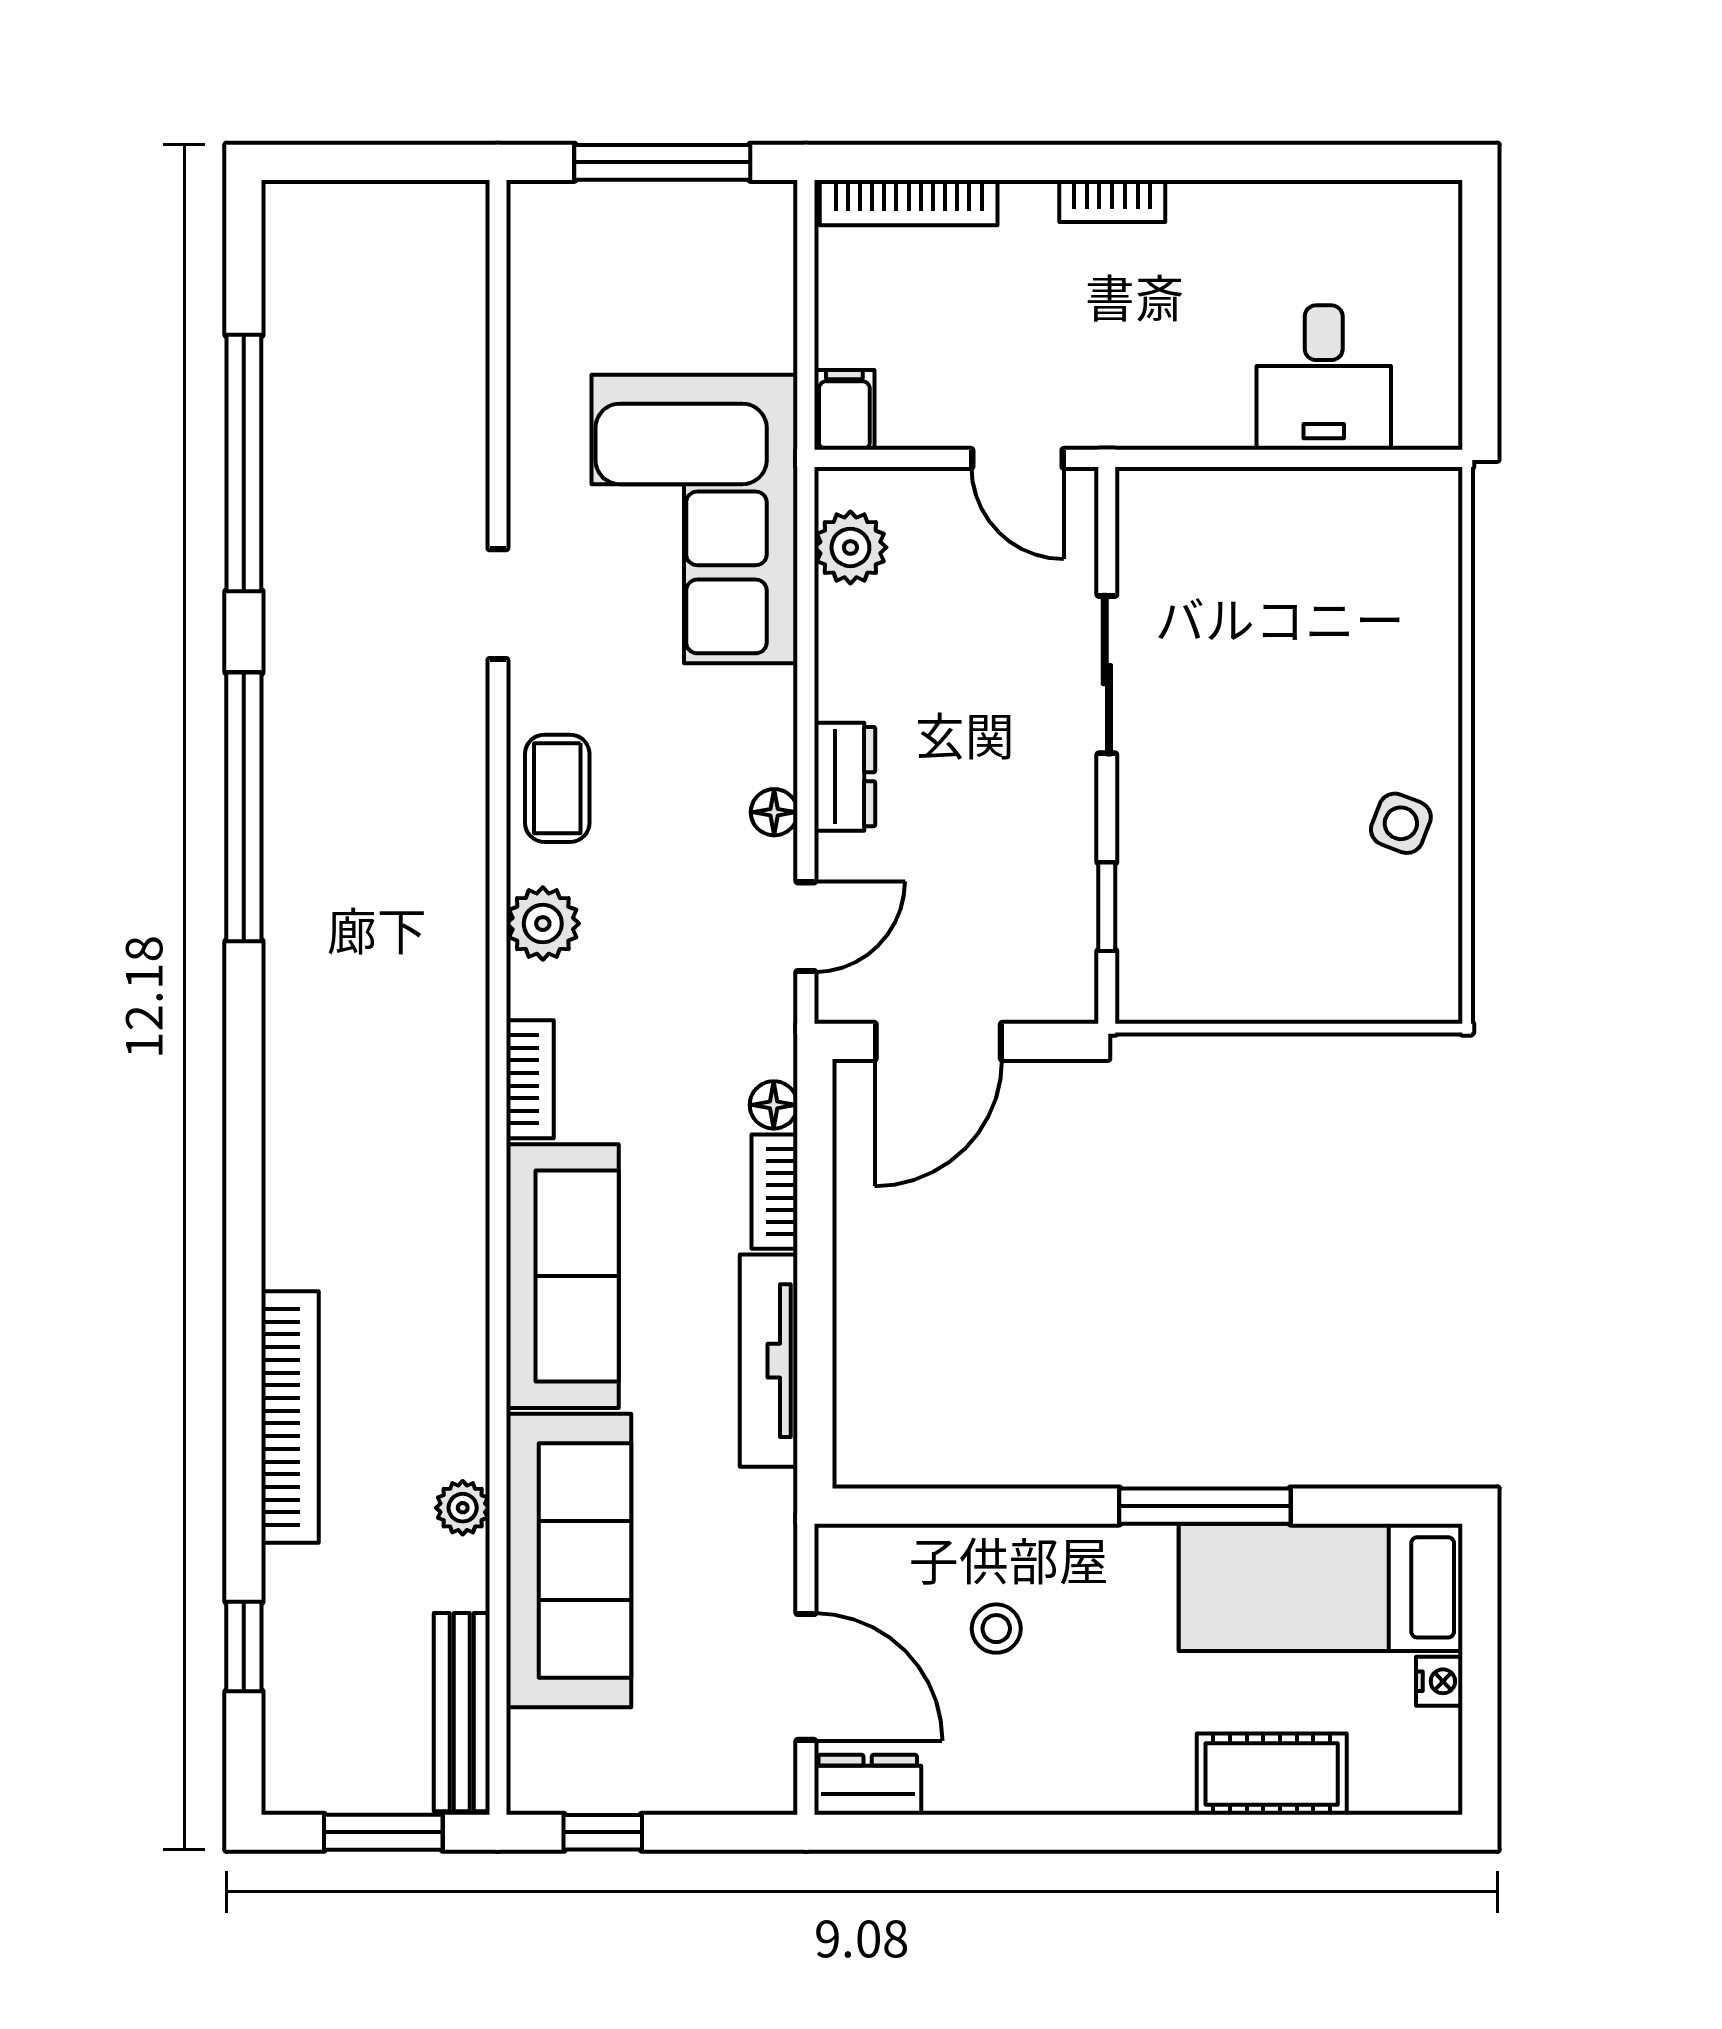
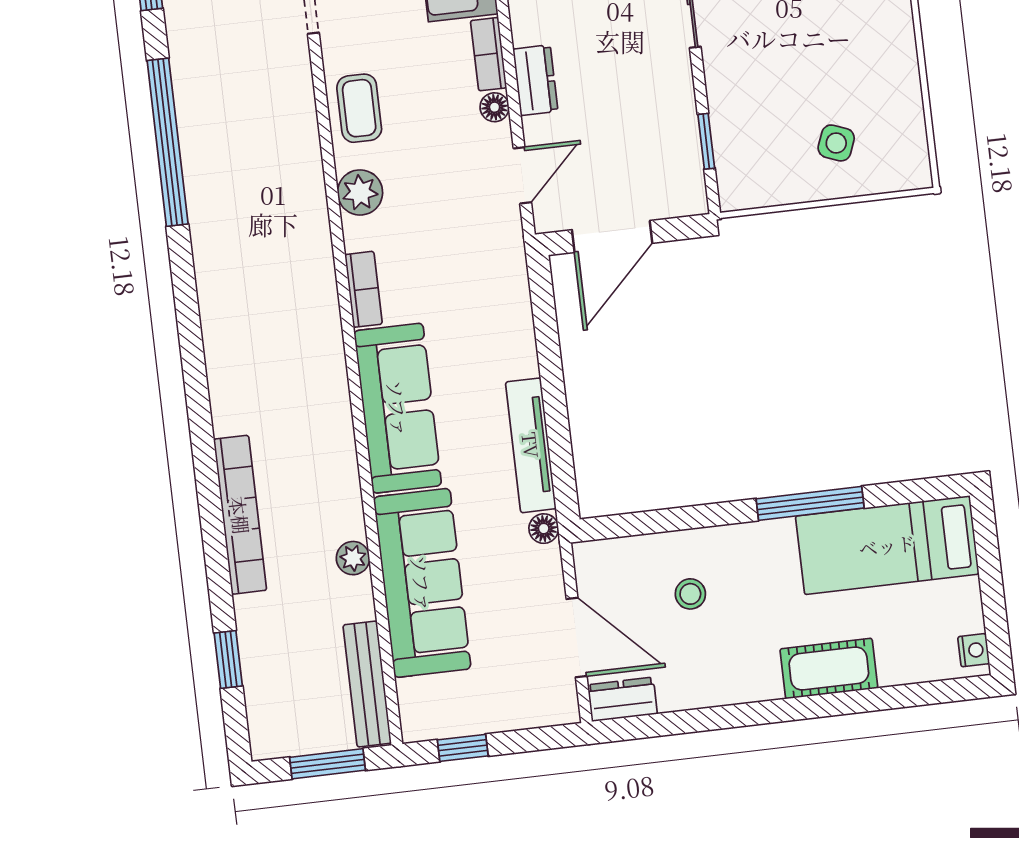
side table: (1401, 823) -> (836, 143), moved
floor lamp: (774, 1105) -> (544, 529), moved
bookcase: (775, 1192) -> (489, 54), moved
nightstand: (1439, 1681) -> (974, 650), moved
cot: (1272, 1774) -> (829, 668), moved

